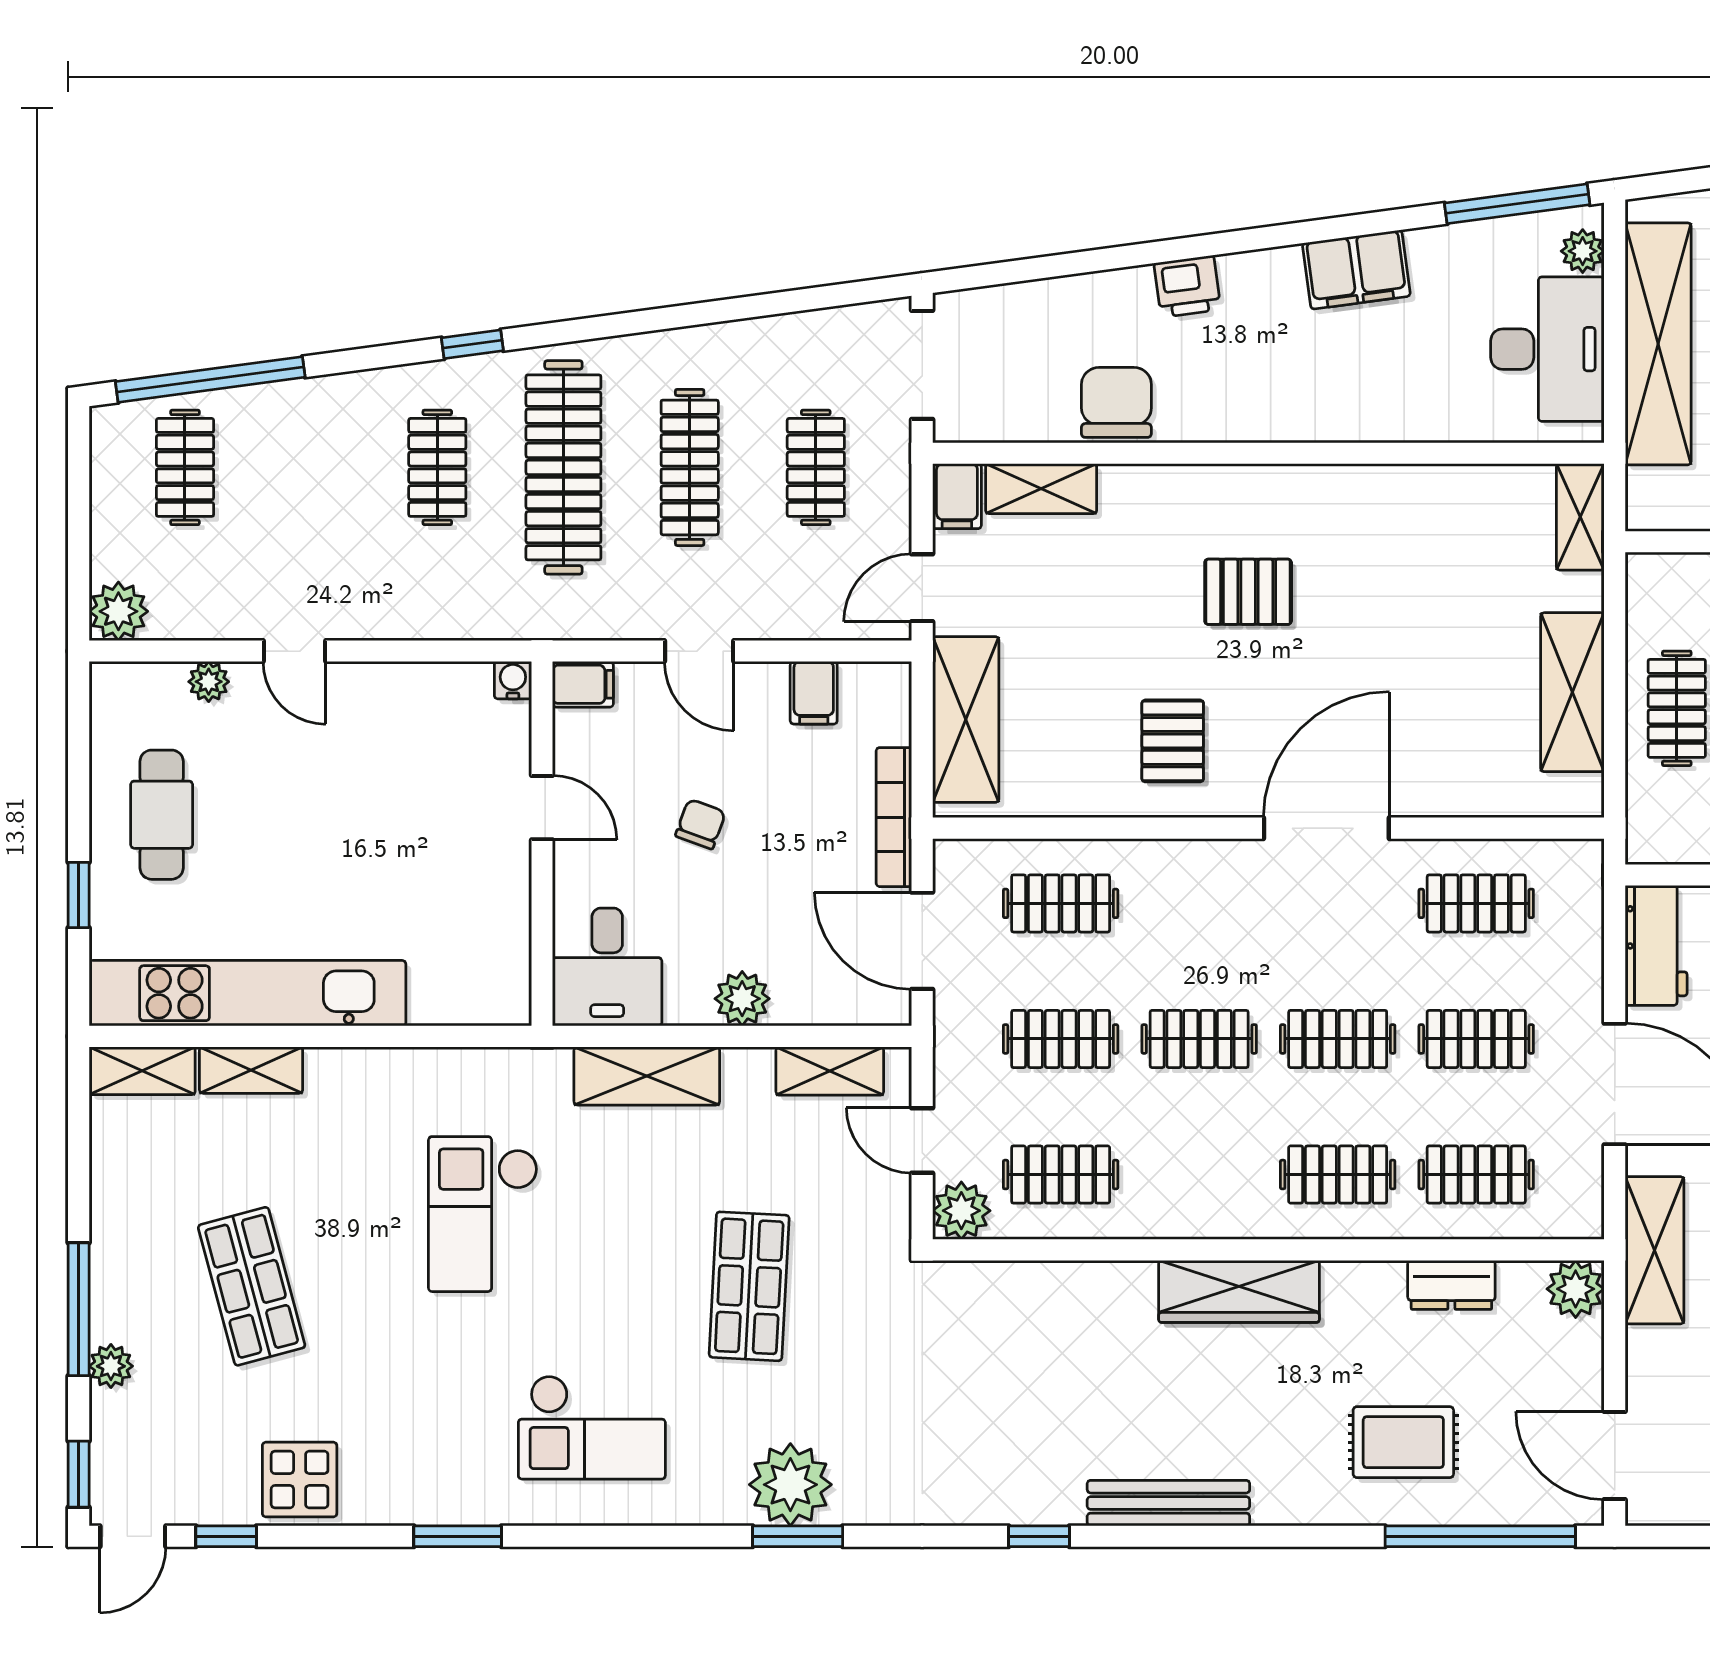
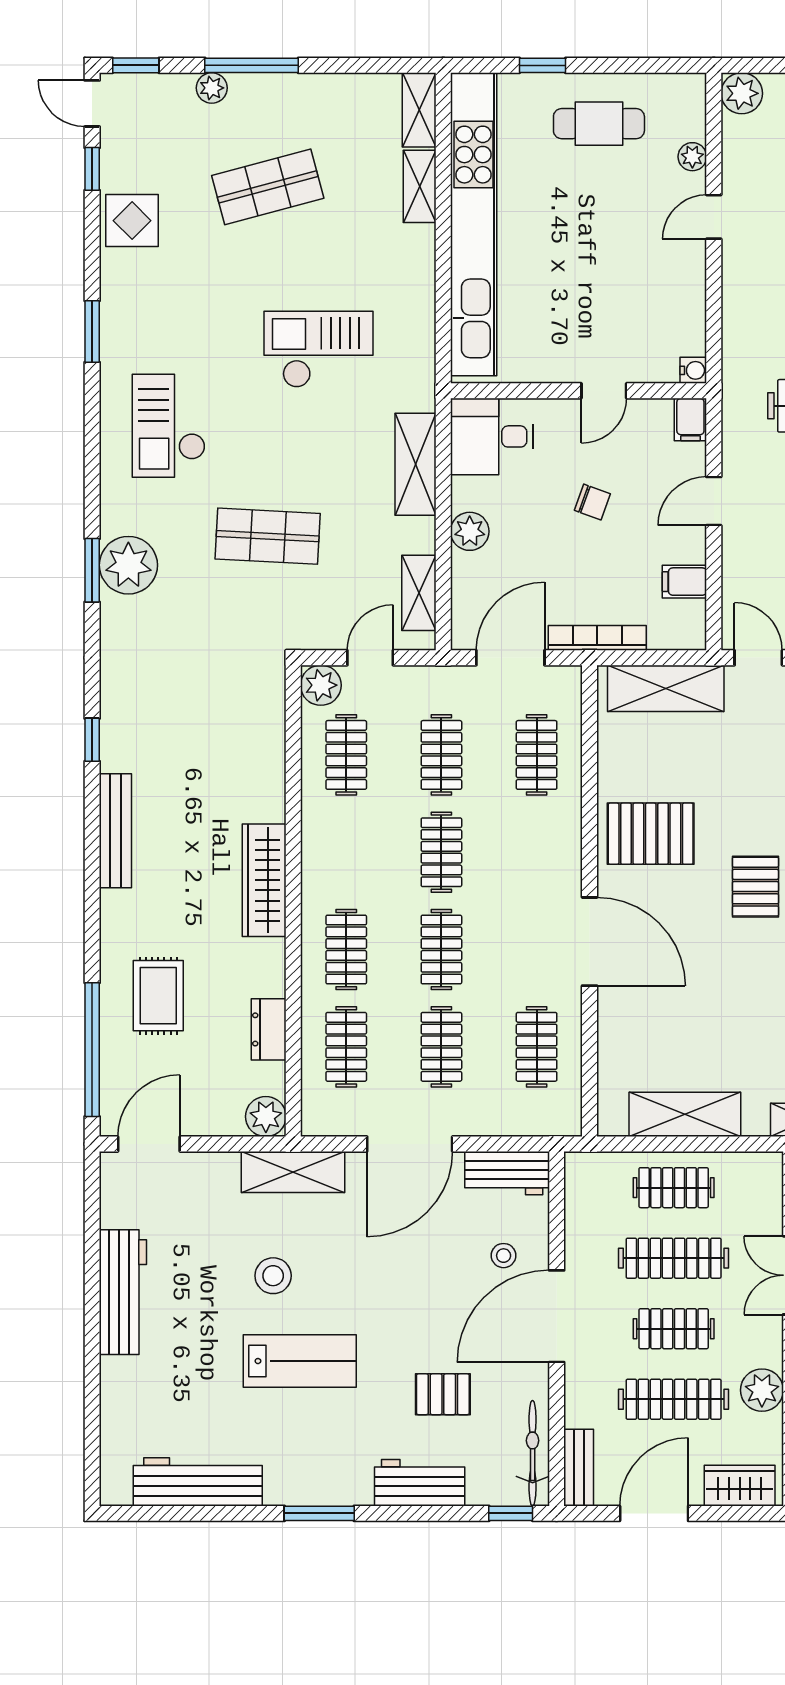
pallet: (1173, 741) -> (651, 834), width x1.50, depth x1.42
kitchen unit: (247, 993) -> (474, 224), width x1.36

